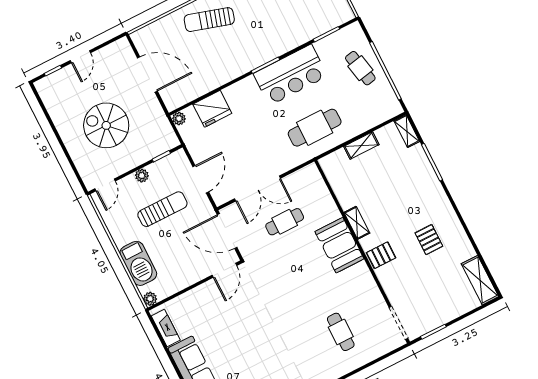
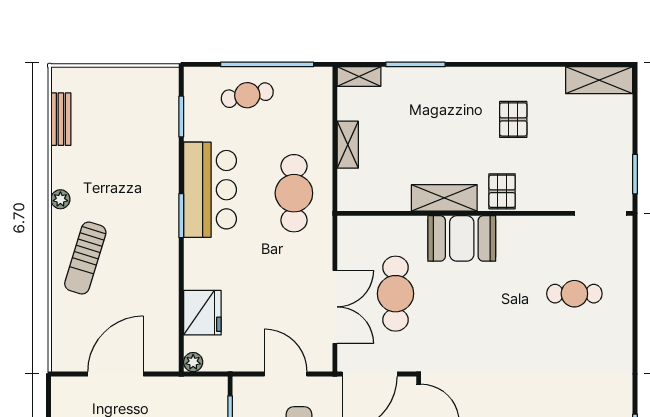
cafe table: (285, 222) -> (395, 294), width x1.37, depth x1.35
shelving: (357, 223) -> (444, 198), width x1.50, depth x1.33
pallet: (429, 240) -> (513, 119), turned 90

